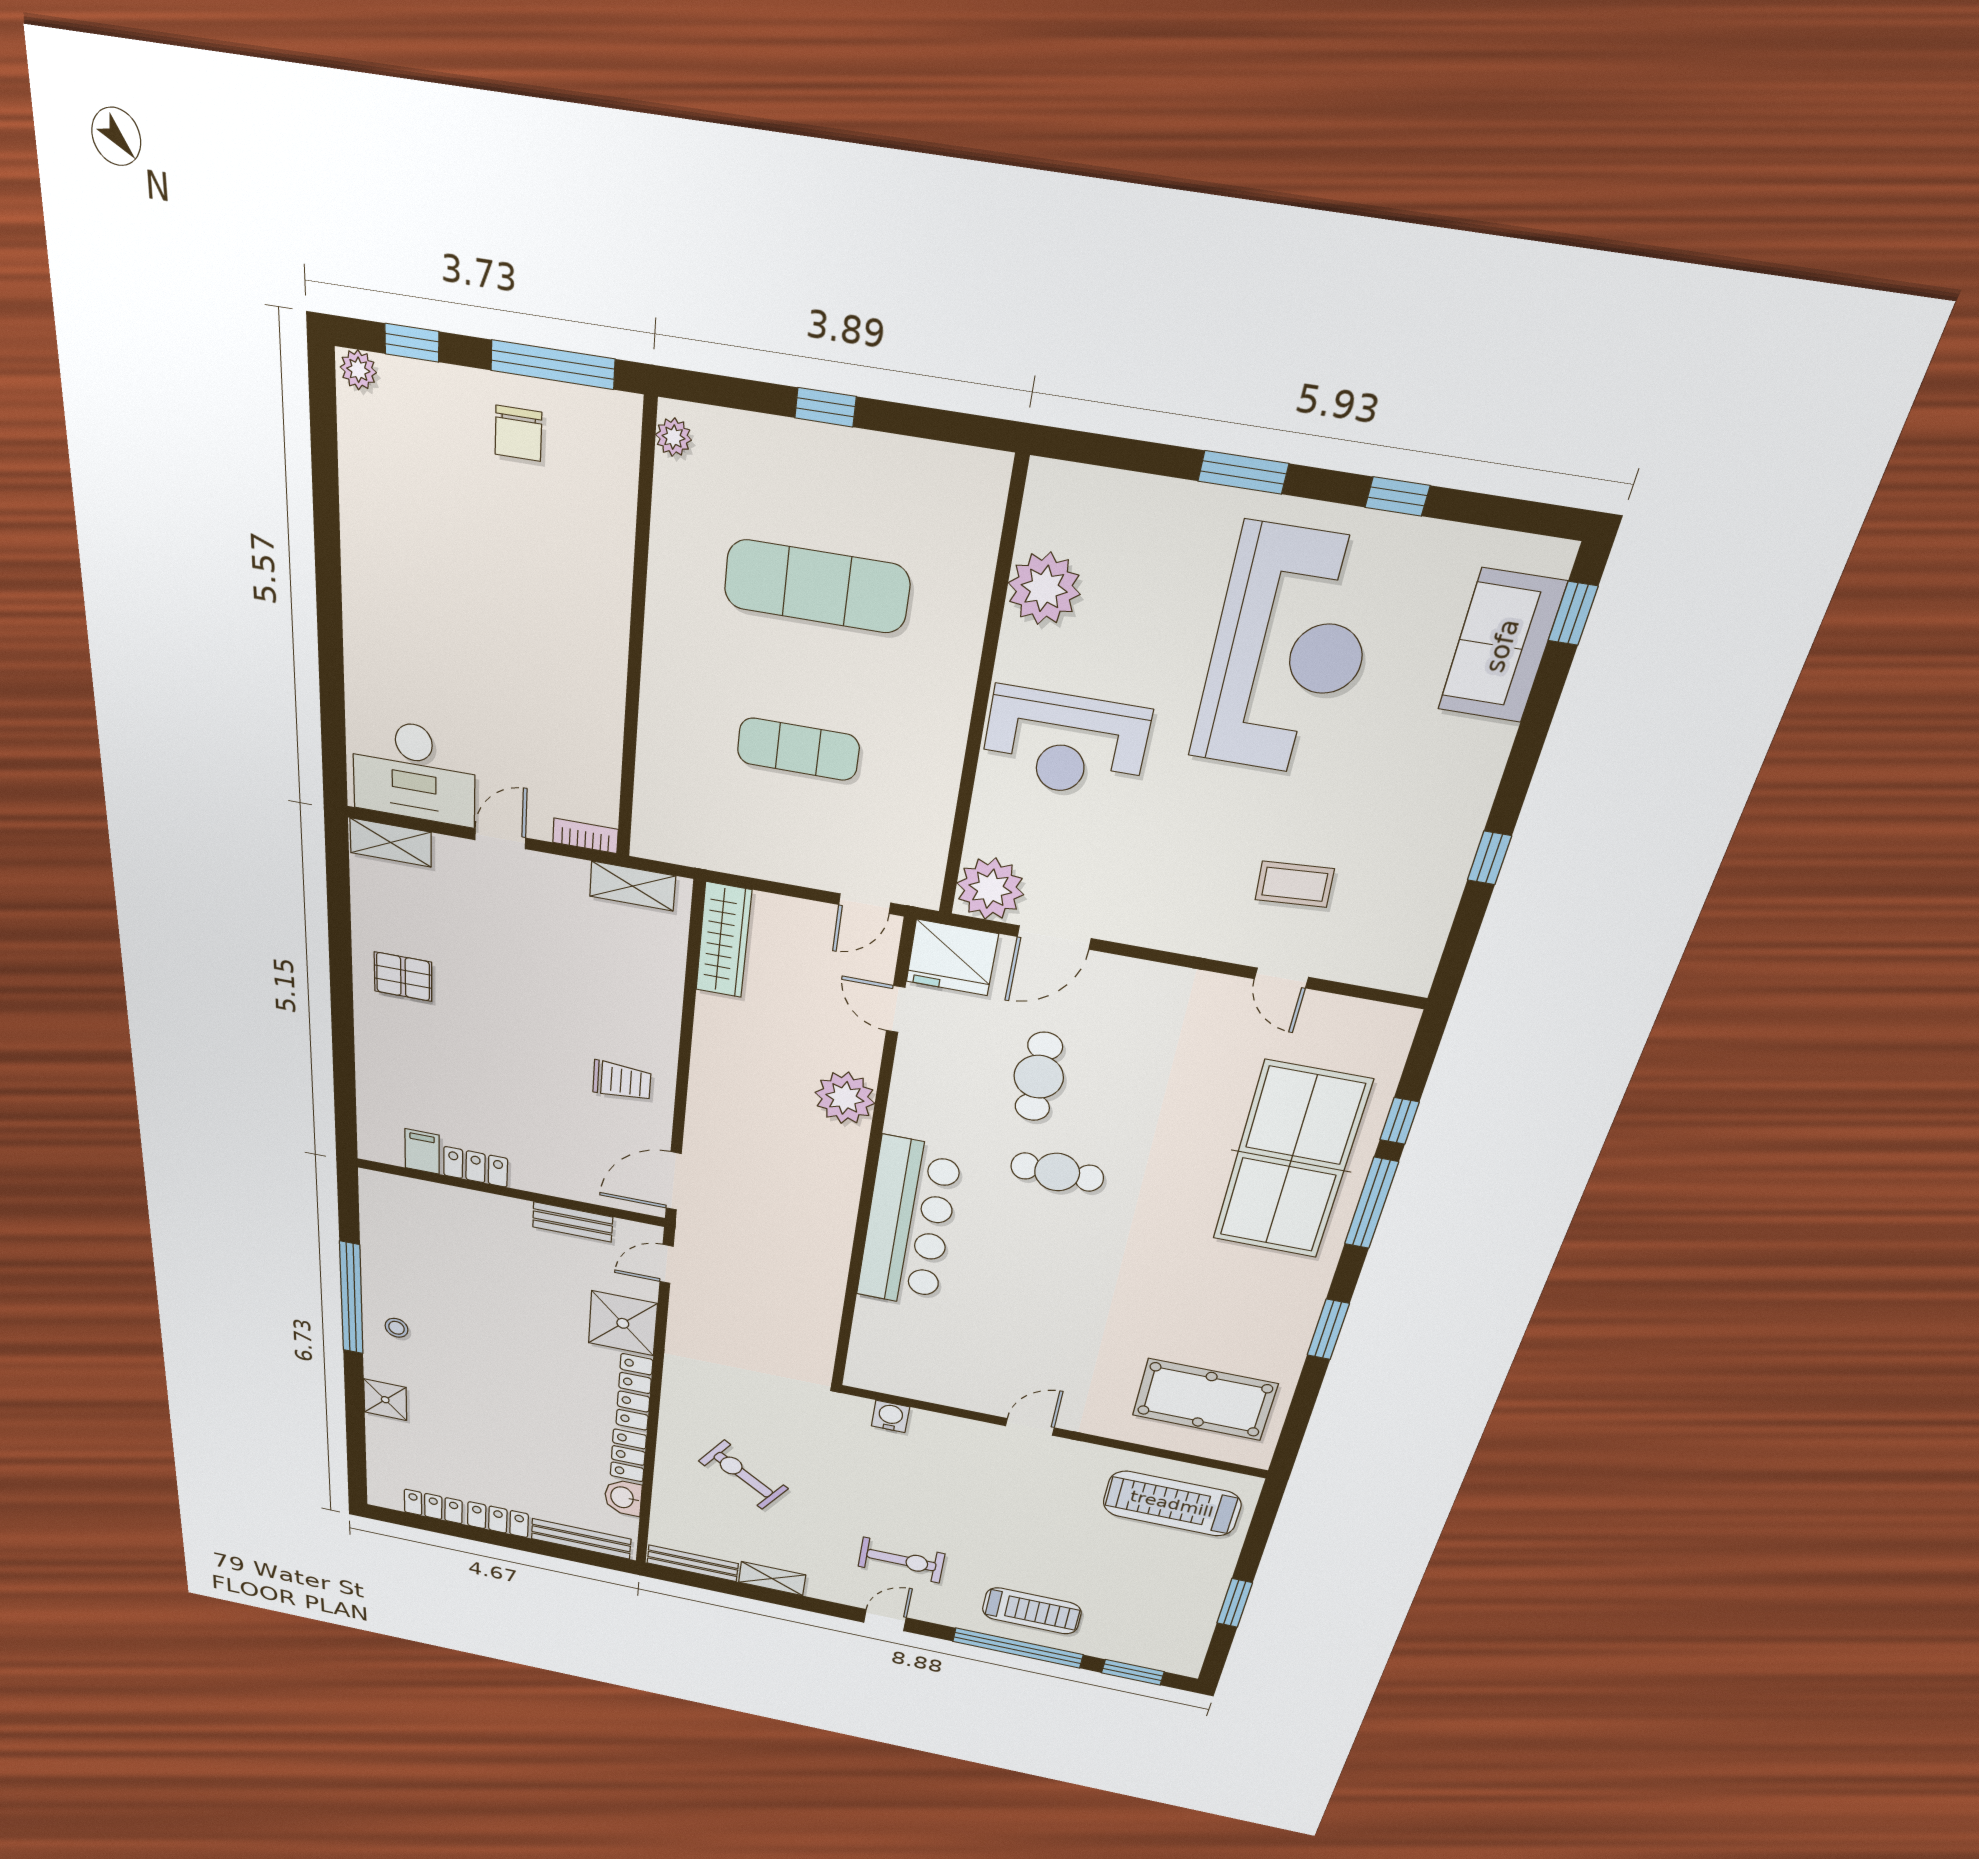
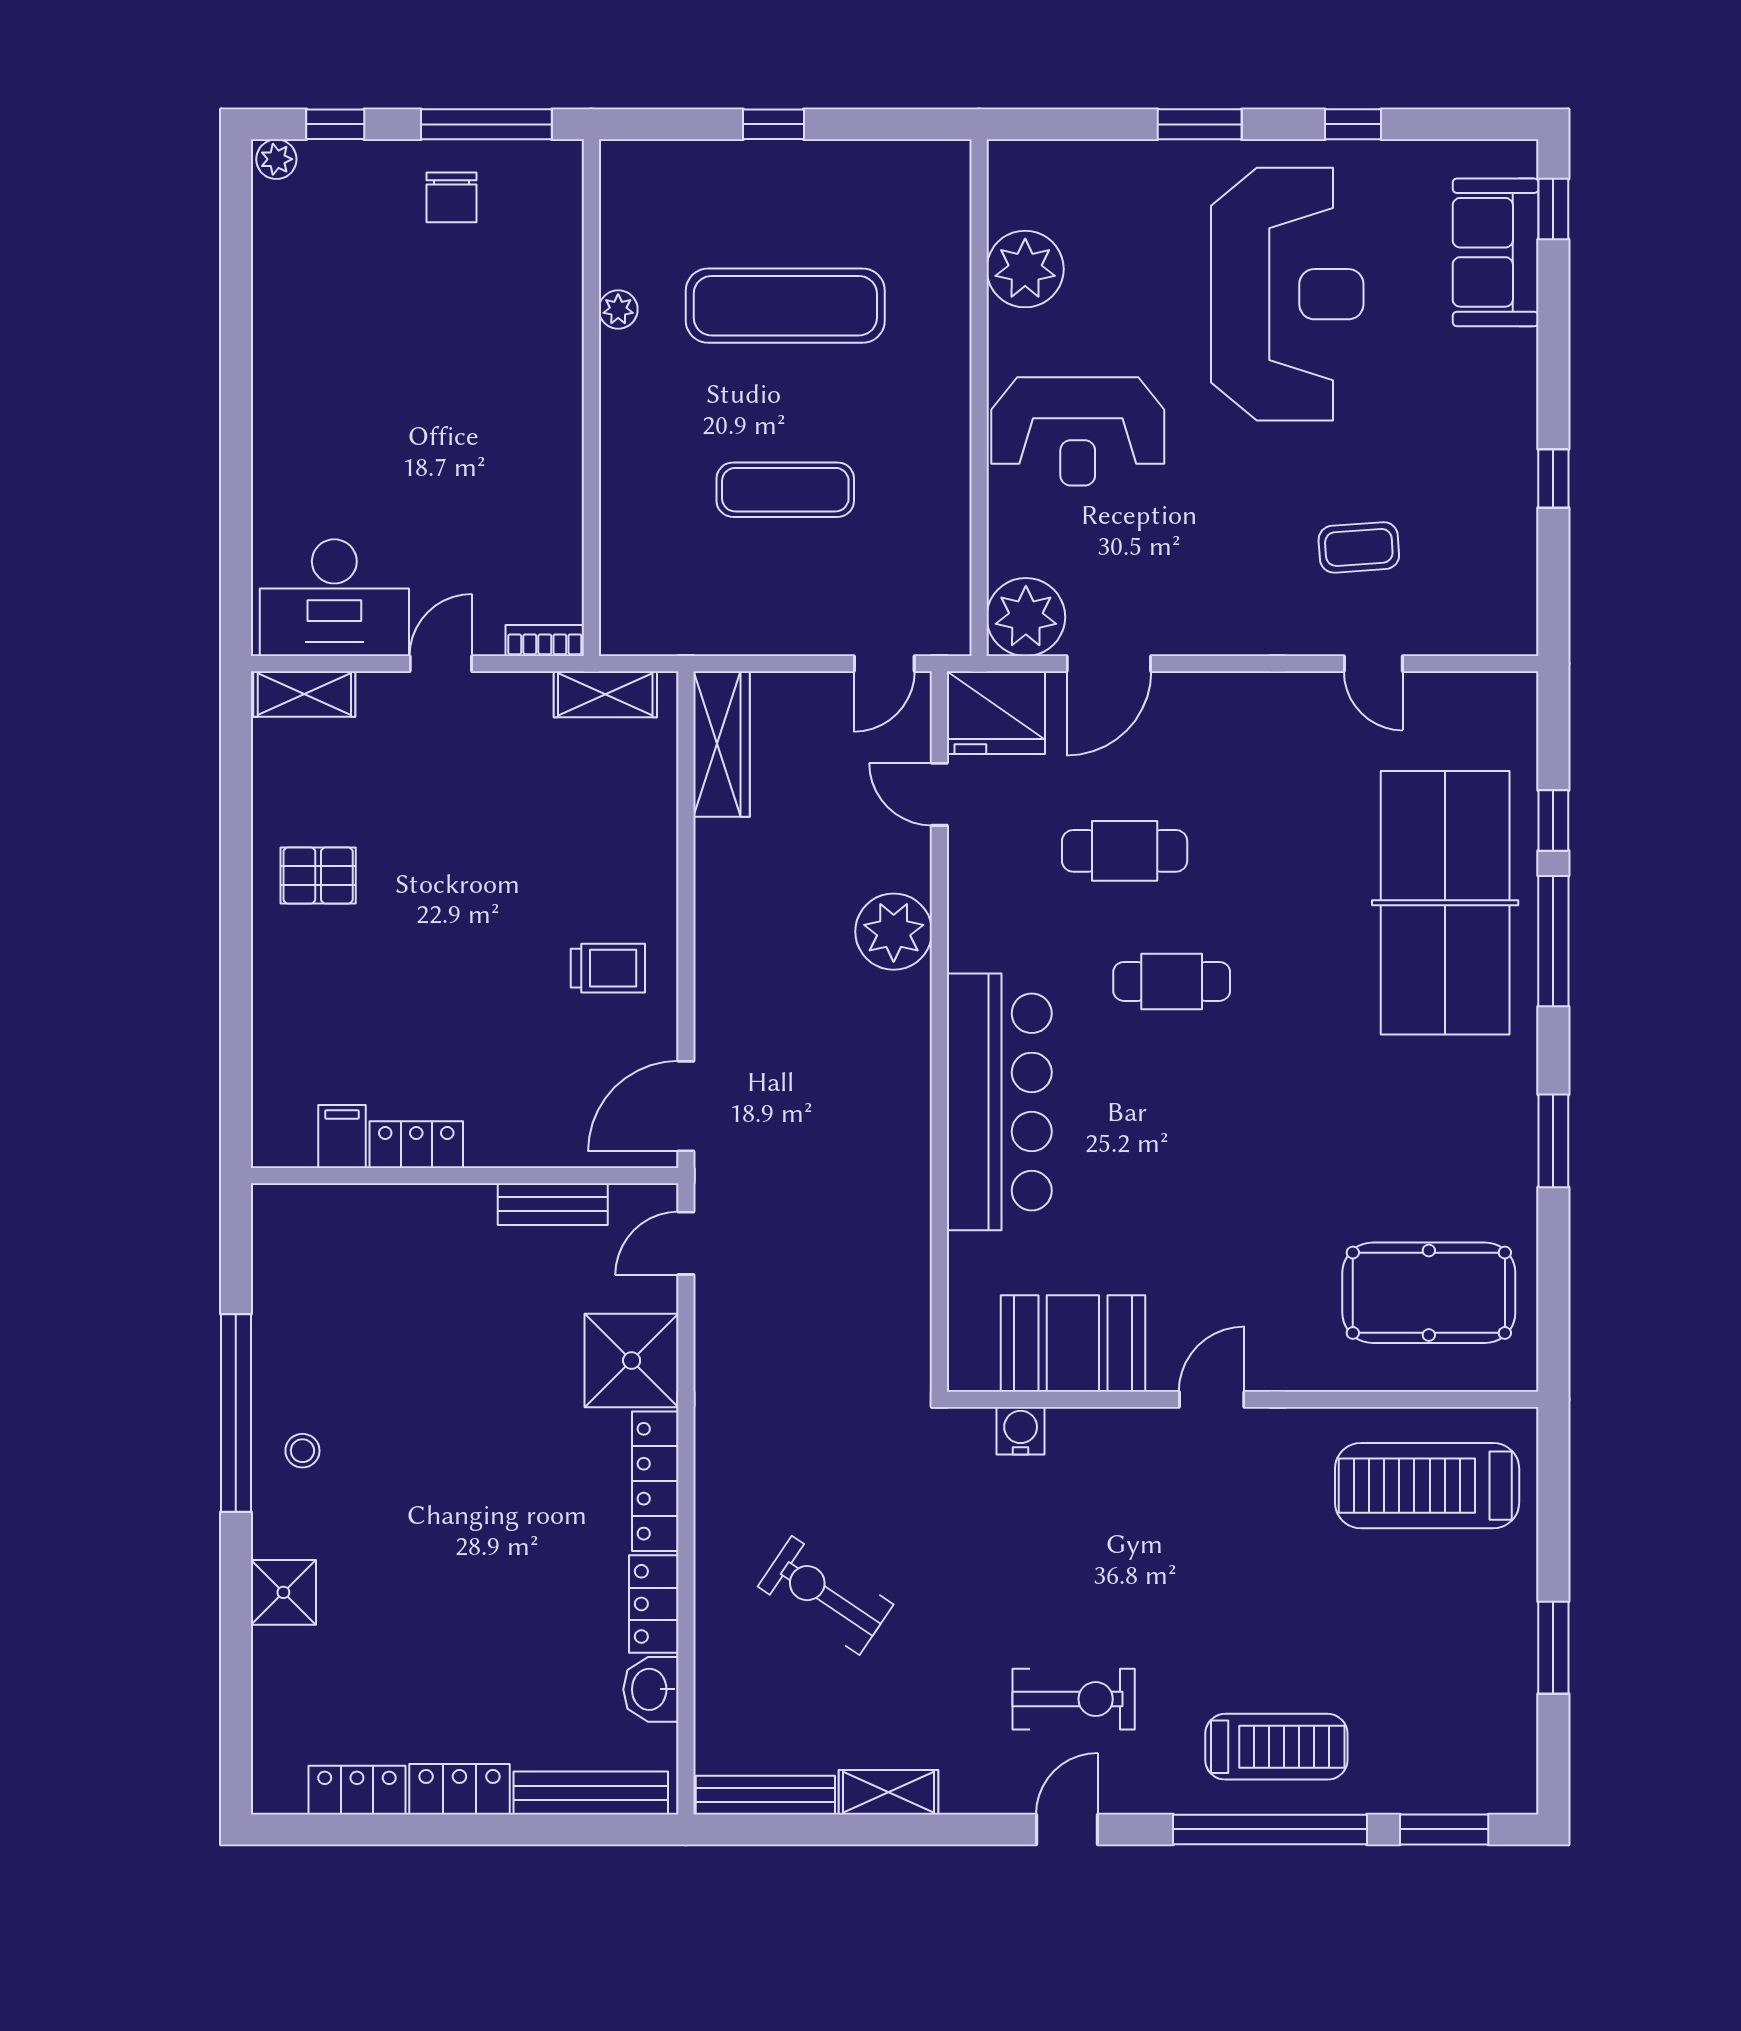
plant: (673, 437) -> (618, 309), moved
cafe table: (1039, 1077) -> (1125, 851), turned 90
booth: (937, 1376) -> (1073, 1344), added

